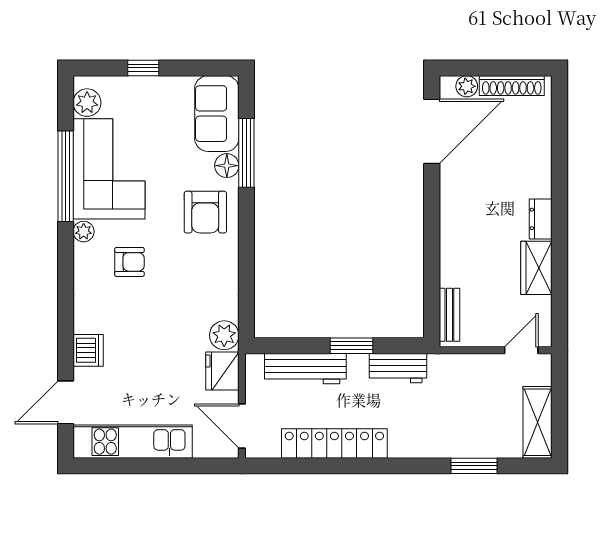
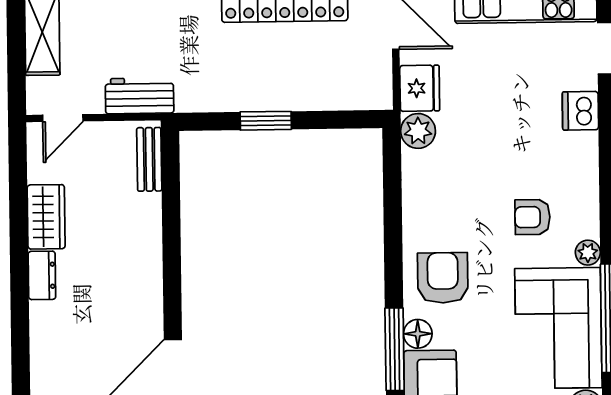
workbench: (398, 368) -> (140, 96), moved
workbench: (305, 369) -> (320, 93), removed

